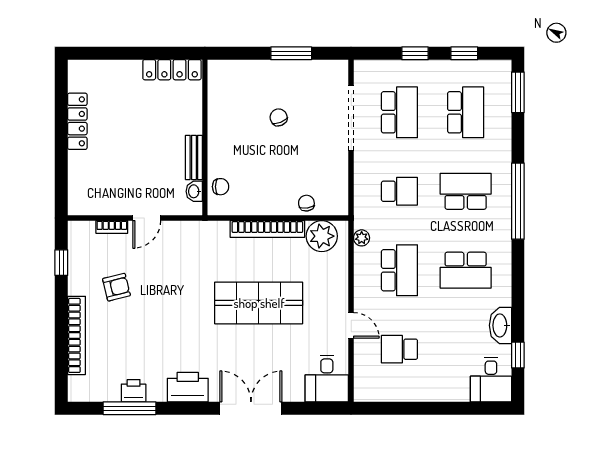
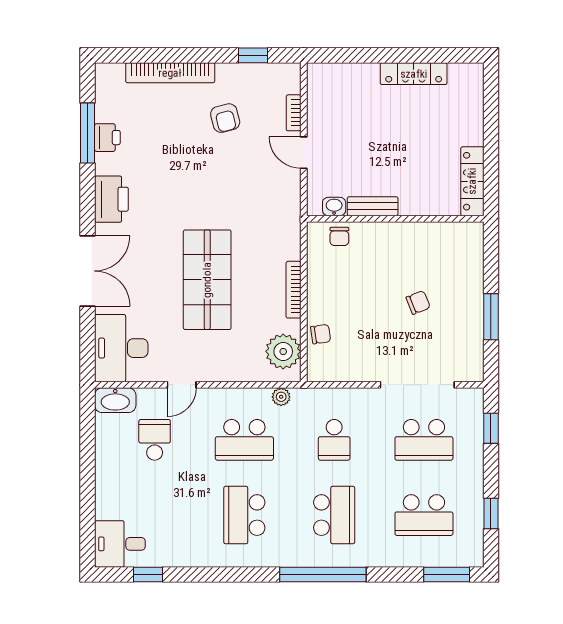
window: (415, 53) -> (491, 428), moved
bookcase: (267, 229) -> (294, 290), width x0.68, depth x0.76
washbasin: (501, 325) -> (115, 400), moved, turned 180
desk: (327, 379) -> (121, 348), width x1.37

